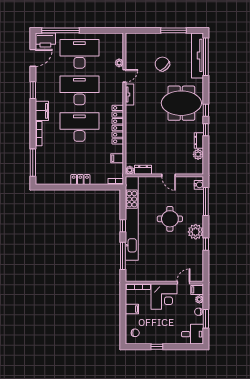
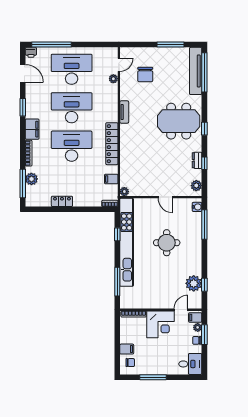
printer: (45, 40) -> (31, 52), width x0.53, depth x0.68
door: (33, 58) -> (23, 73), hinge flipped
chair: (162, 64) -> (145, 74), moved, turned -136
door: (124, 76) -> (119, 65), moved
window: (206, 130) -> (204, 163), moved
plant: (198, 154) -> (196, 186), moved
plant: (41, 158) -> (31, 179), added
dresser: (143, 170) -> (138, 191), removed
locker: (80, 179) -> (62, 201), moved
window: (123, 226) -> (117, 234), moved
plant: (196, 232) -> (194, 283), moved
window: (206, 244) -> (204, 285), moved
filing cabinet: (132, 309) -> (127, 349), moved
window: (206, 319) -> (204, 335), moved
window: (157, 347) -> (153, 377), width x2.17

